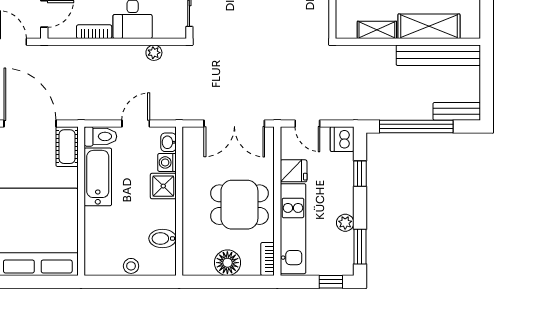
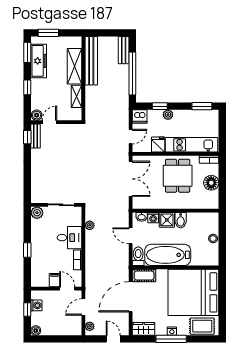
bathtub: (98, 177) -> (168, 255), width x1.36, depth x1.36
plant: (345, 223) -> (168, 115), moved
bidet: (163, 238) -> (181, 220), moved
window: (331, 282) -> (222, 123), removed

